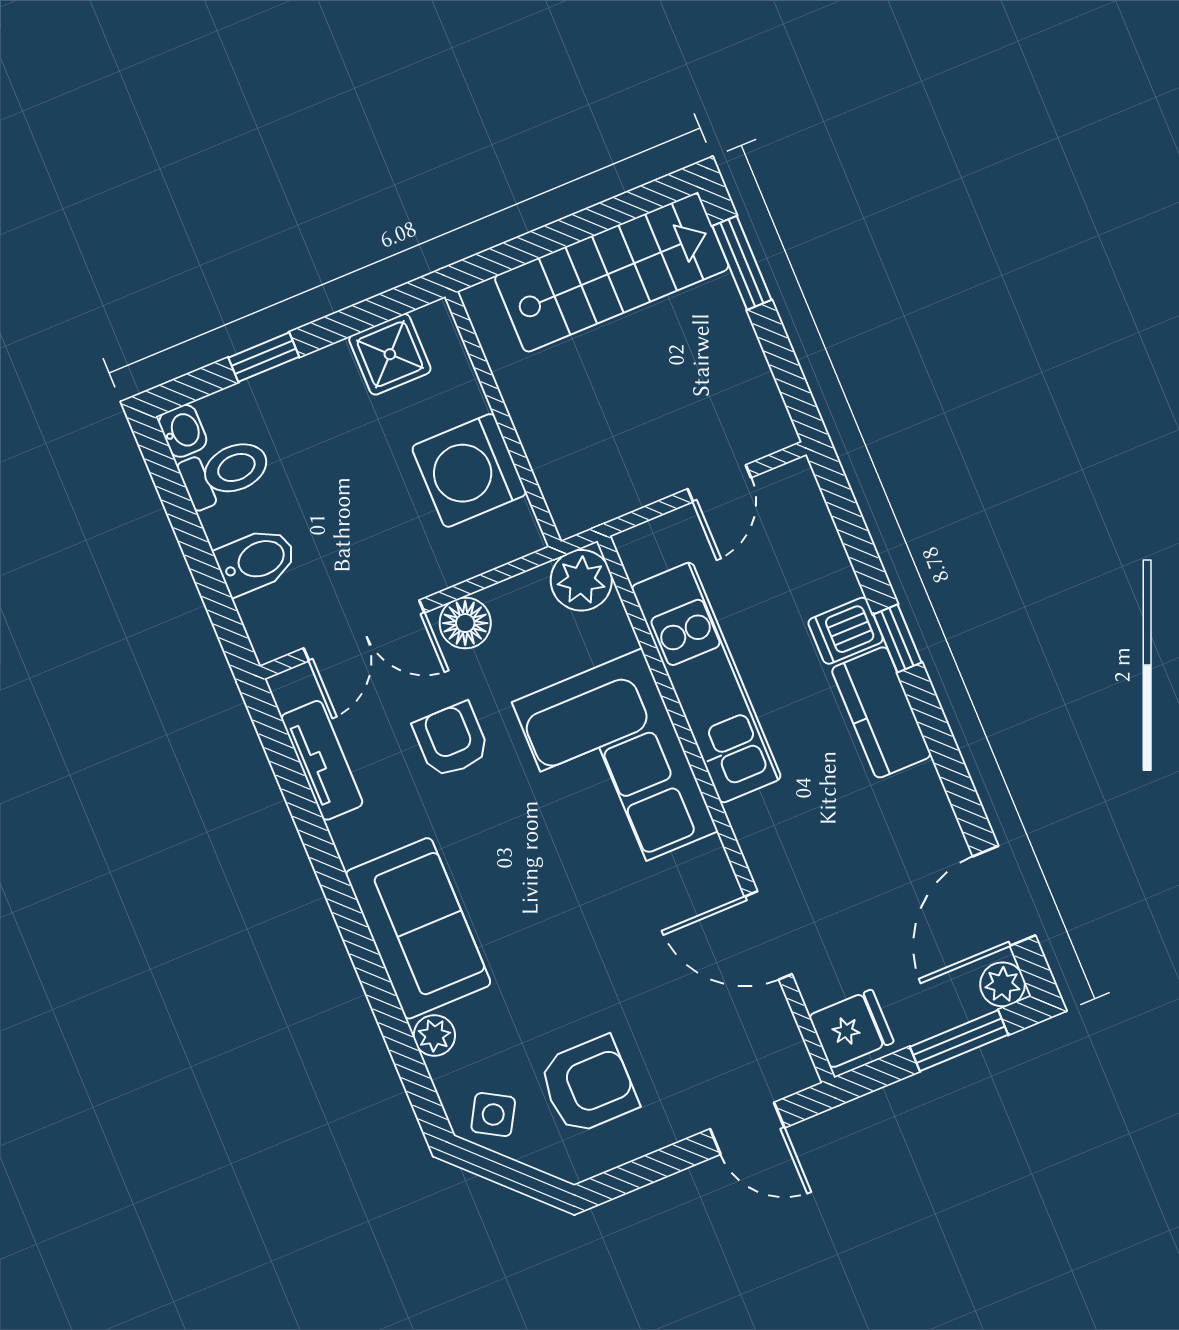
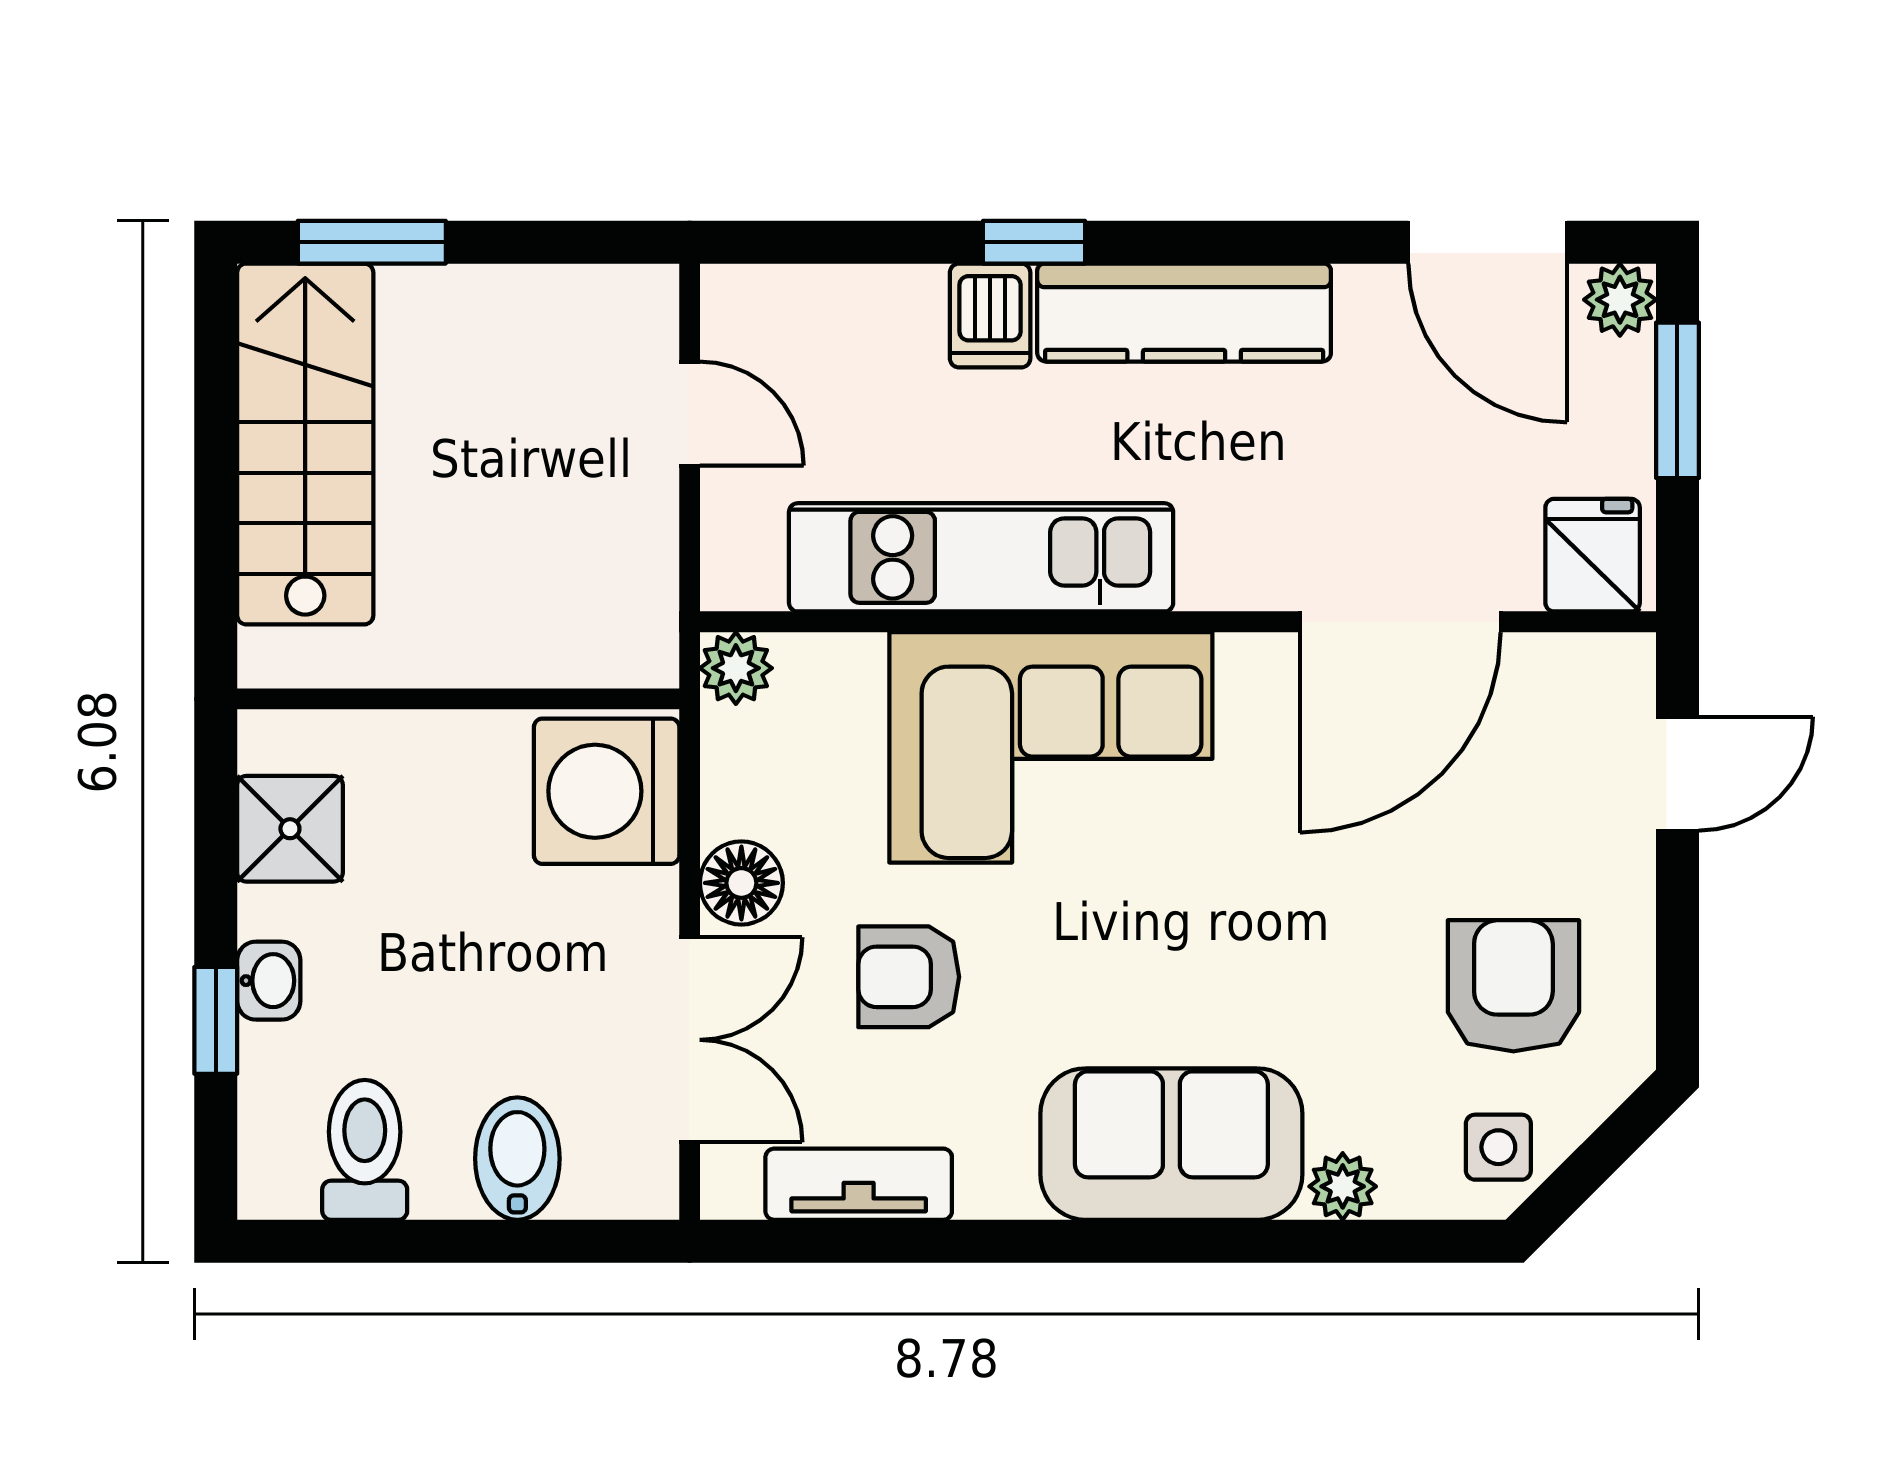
washbasin: (183, 431) -> (269, 981), moved, turned 90
washing machine: (469, 470) -> (607, 791), moved, turned 90
plant: (581, 580) -> (736, 668), width x0.73, depth x0.73
kitchen counter: (881, 712) -> (1184, 313), width x1.50
door: (768, 935) -> (1400, 622), width x1.36
side table: (493, 1115) -> (1498, 1147), turned -30

